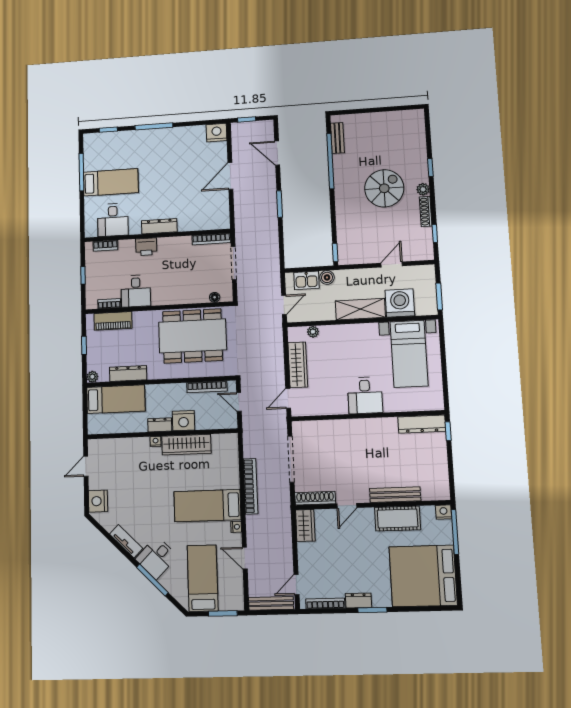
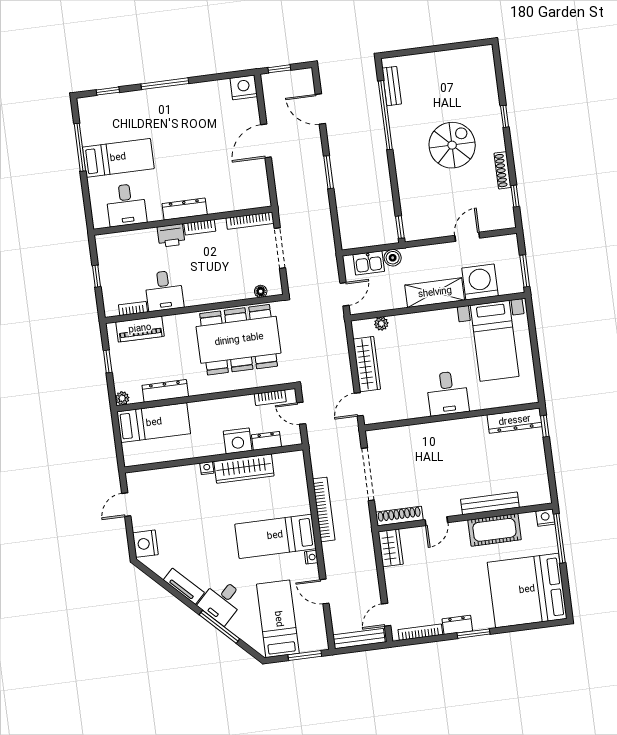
plant: (423, 189) -> (498, 144), removed
bookcase: (105, 246) -> (200, 227), moved
bookcase: (207, 387) -> (270, 398), width x0.64
dresser: (160, 425) -> (266, 441), moved

